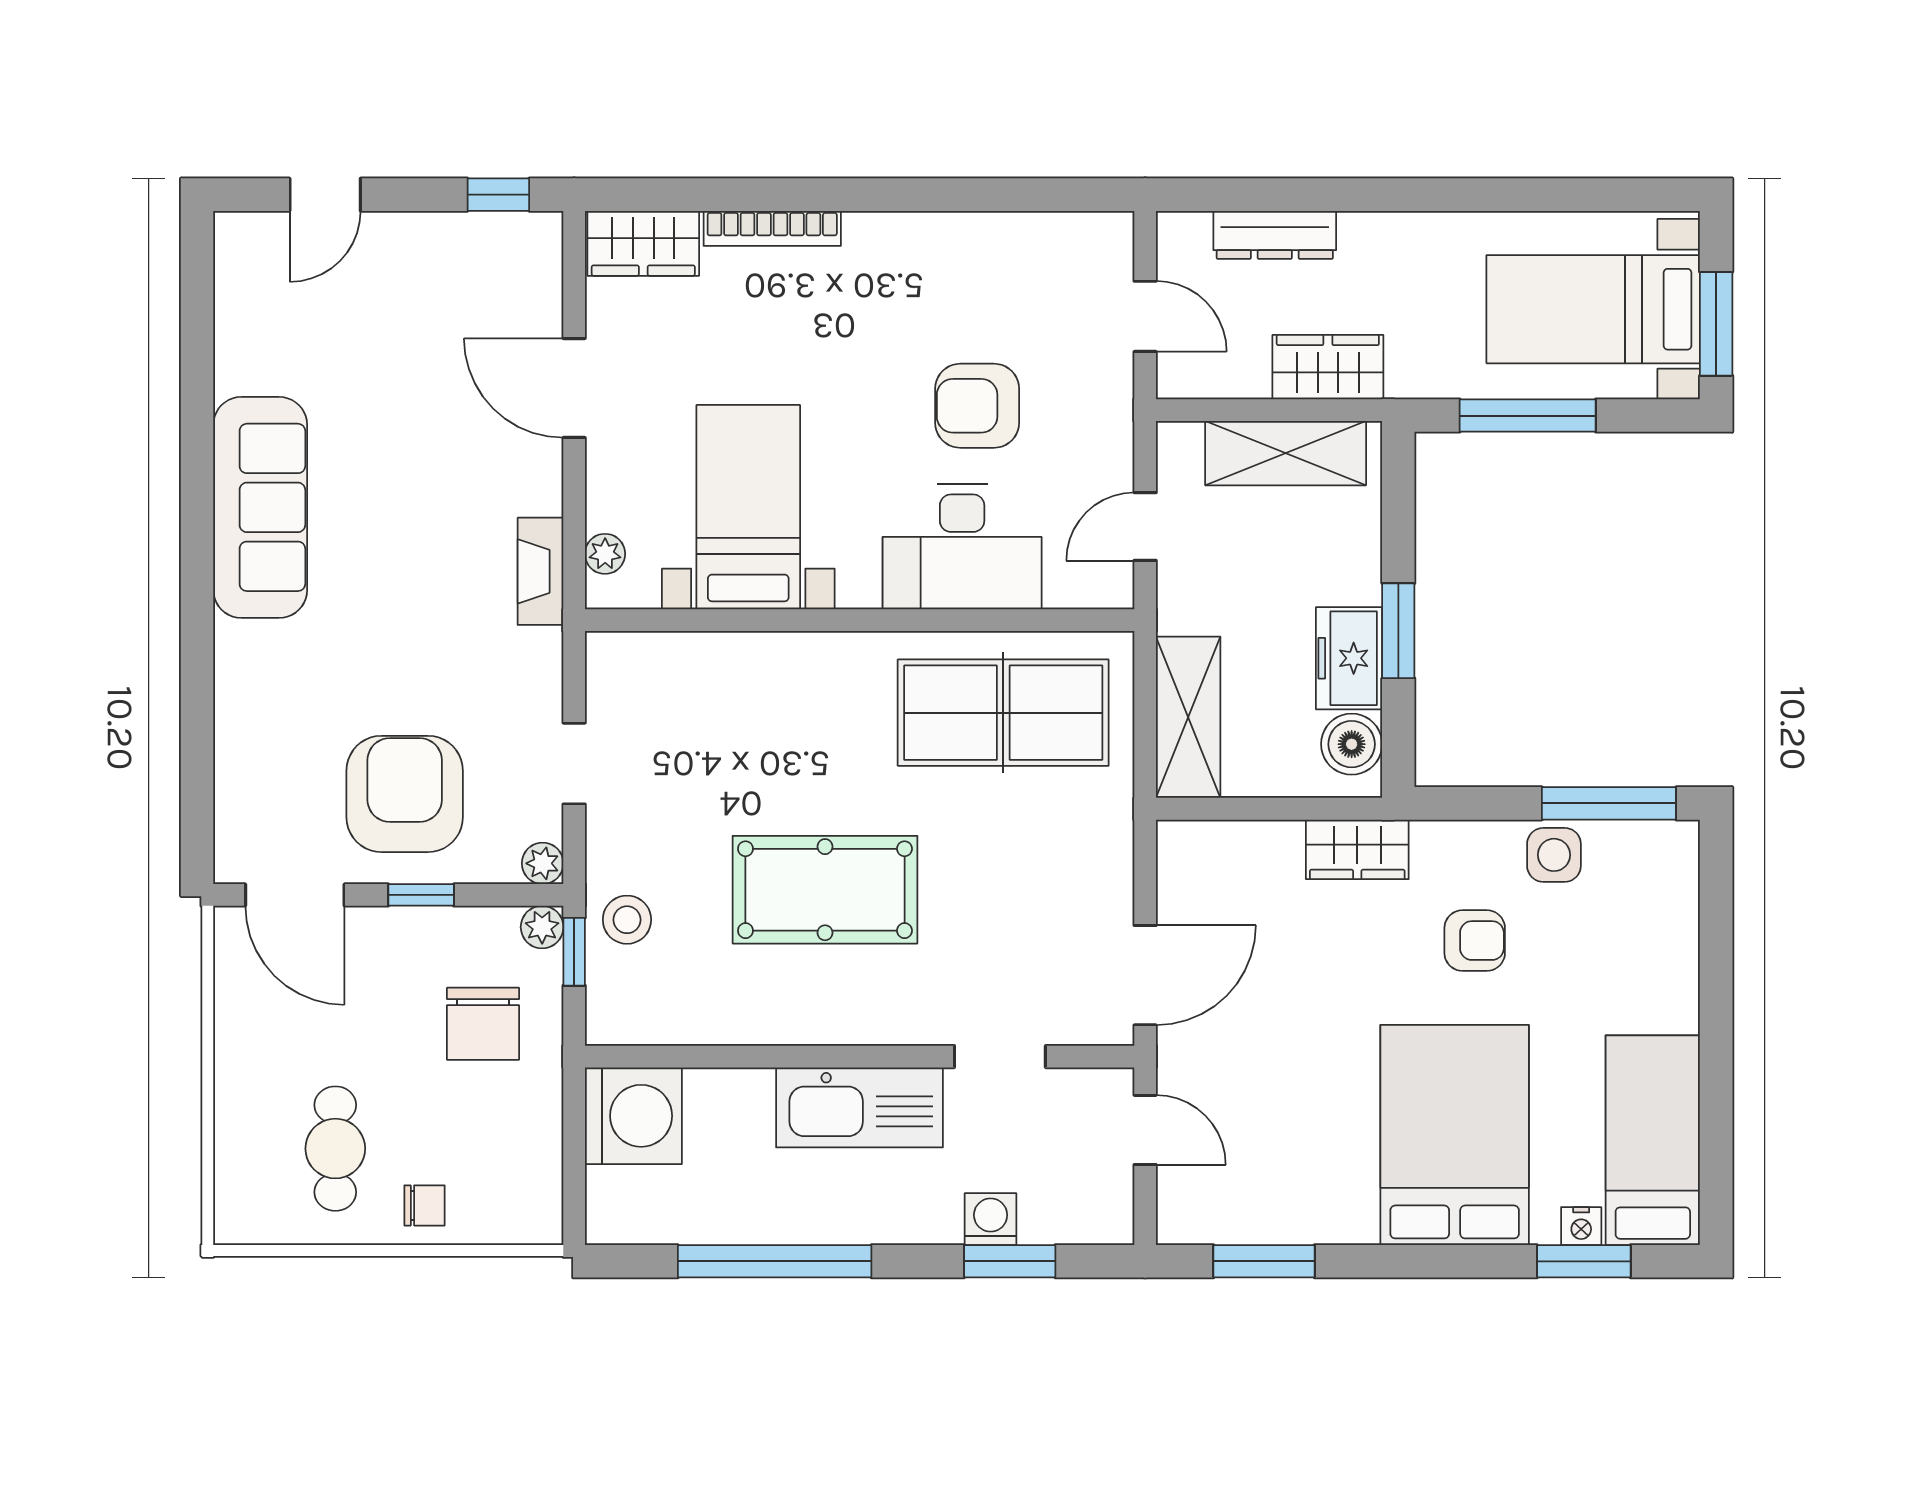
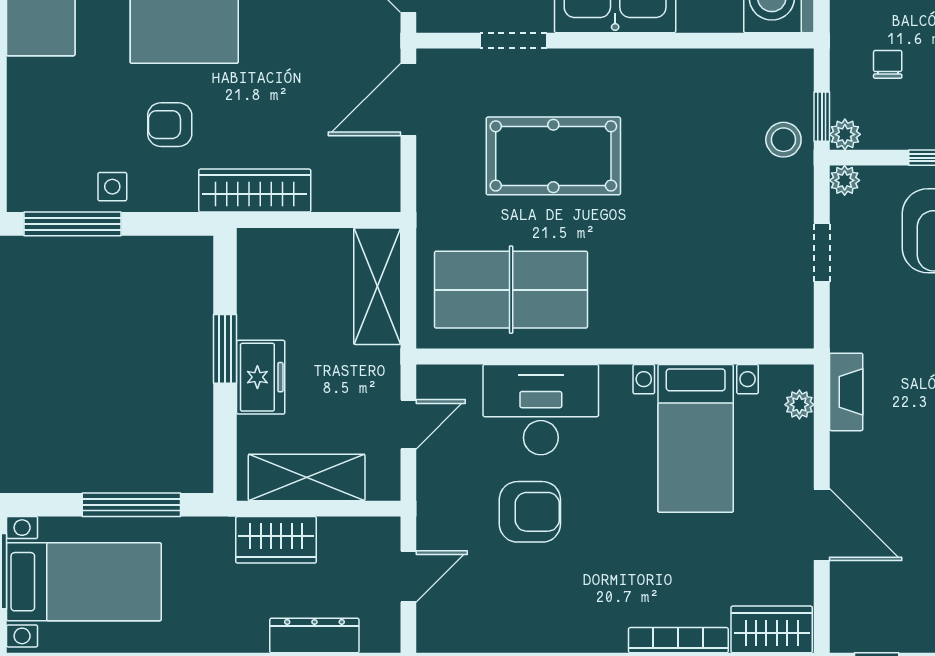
door: (1145, 316) -> (408, 577), swing flipped
freezer: (1349, 658) -> (261, 377), moved
boiler: (1352, 744) -> (259, 267), removed
wardrobe: (1357, 849) -> (255, 191), width x1.50
side table: (1554, 855) -> (112, 187), width x0.73, depth x0.73
pool table: (825, 890) -> (553, 156), moved
chair: (483, 1024) -> (888, 64), width x0.54, depth x0.54

